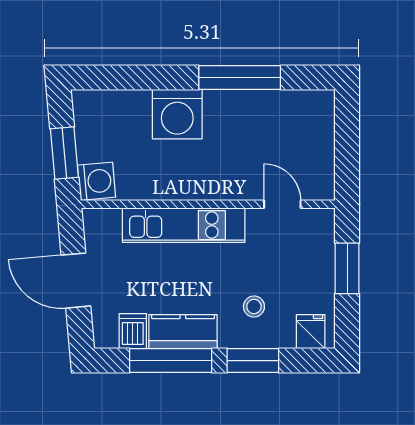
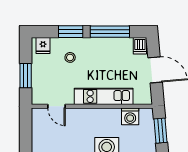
washing machine: (97, 181) -> (130, 116), moved, turned -85
dishwasher: (133, 331) -> (140, 46), moved
kitchen counter: (183, 332) -> (104, 45), removed

